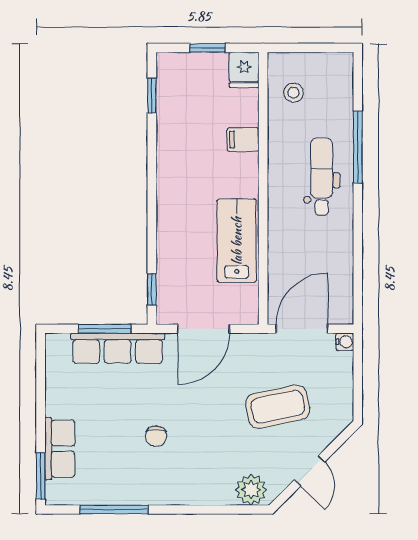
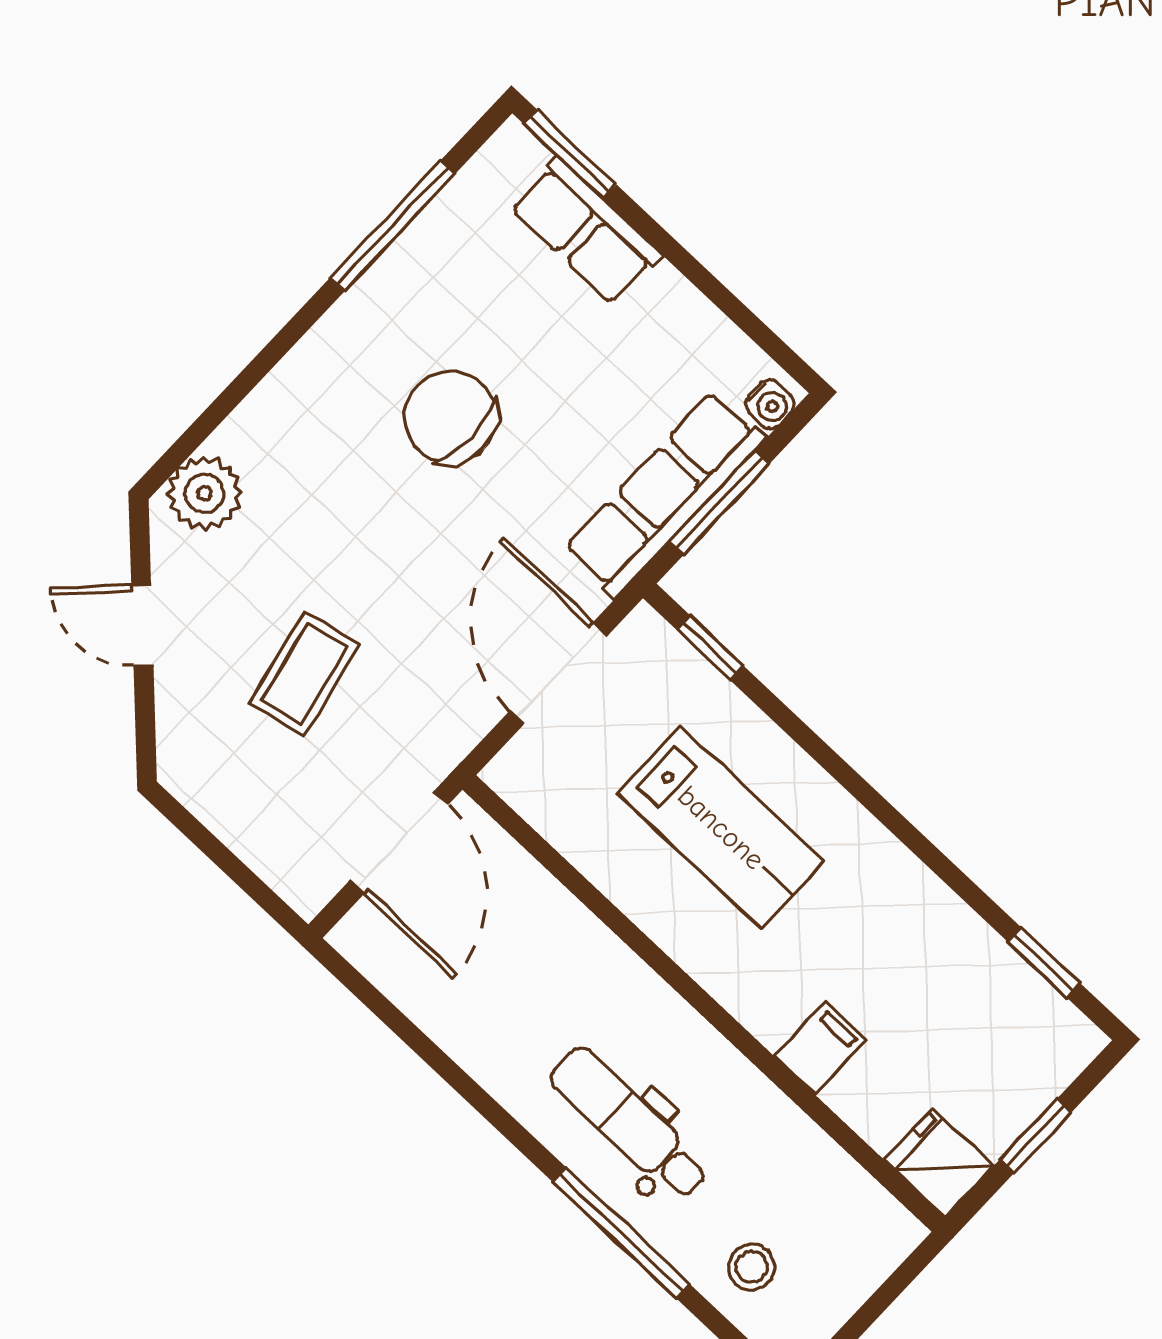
stool: (294, 93) -> (751, 1267), moved
dental chair: (322, 176) -> (629, 1123), turned 180
lab bench: (237, 241) -> (721, 828), moved
water cooler: (345, 342) -> (770, 404), moved, turned -90
coffee table: (278, 407) -> (304, 674), width x0.73, depth x0.77
chair: (156, 436) -> (451, 417), width x1.87, depth x1.87

